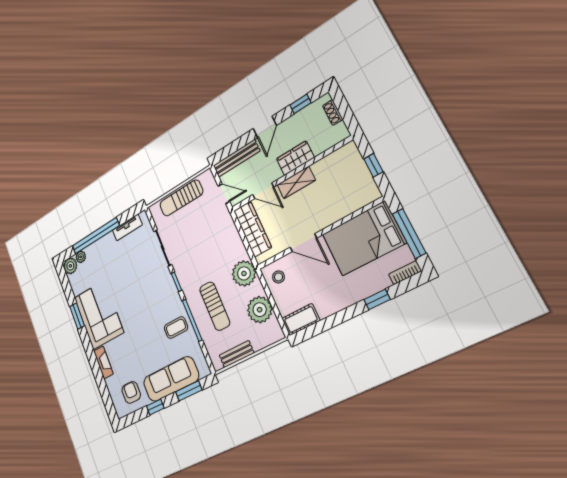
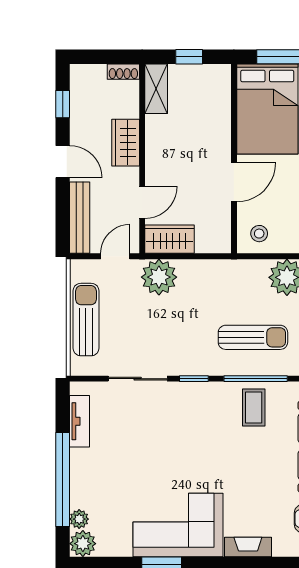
shoe rack: (333, 112) -> (123, 72), moved
shelving: (296, 183) -> (156, 89), moved
sun lounger: (181, 198) -> (86, 320), turned 180
wardrobe: (252, 229) -> (170, 239), width x0.67
plant: (244, 273) -> (159, 277), moved

